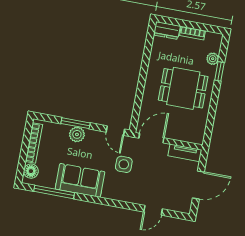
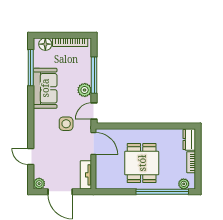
plant: (213, 59) -> (184, 184), moved
window: (219, 71) -> (162, 192), width x3.17
window: (75, 123) -> (94, 75), width x1.44
plant: (77, 134) -> (85, 90), moved
plant: (185, 207) -> (39, 184), added

